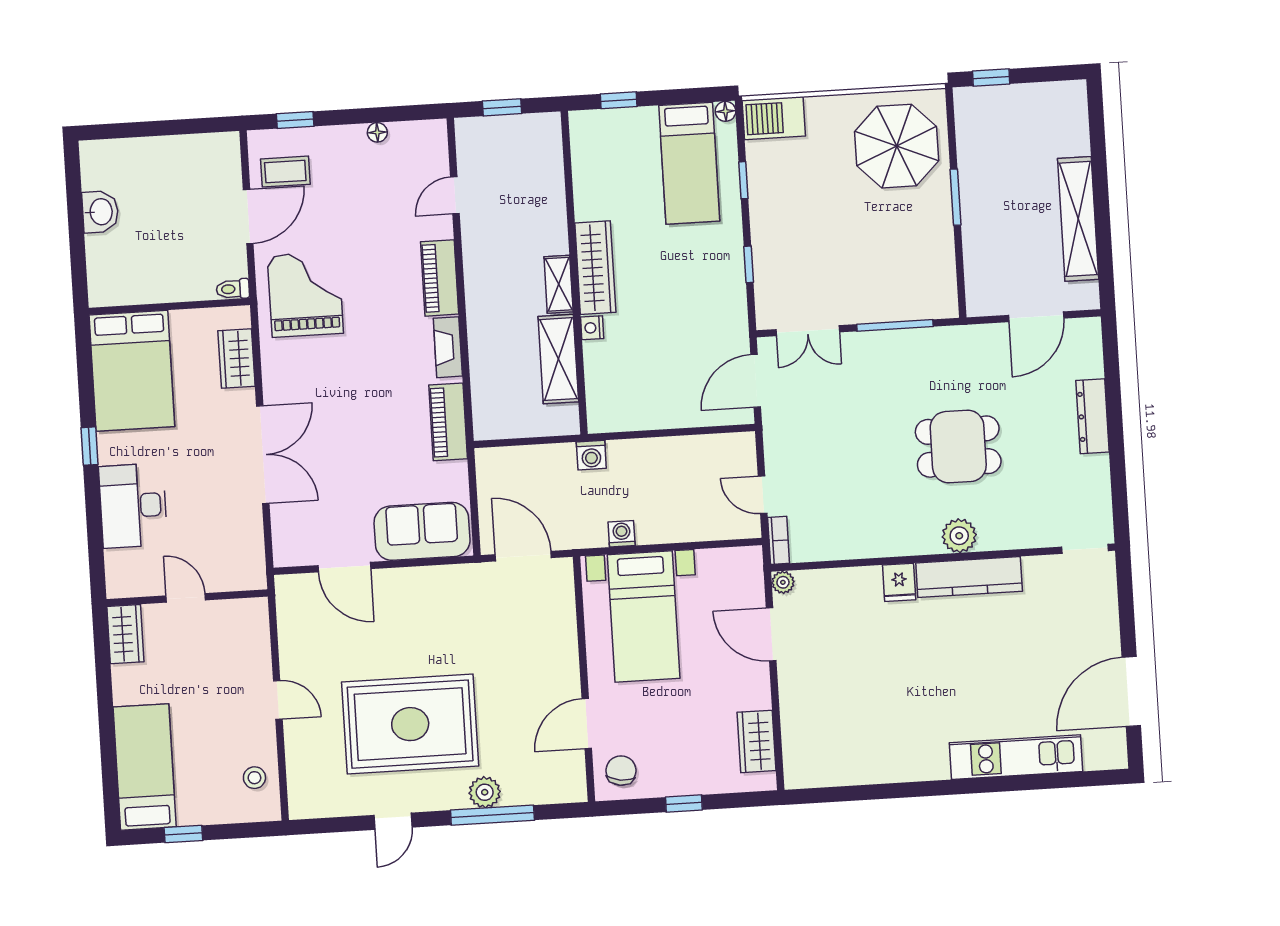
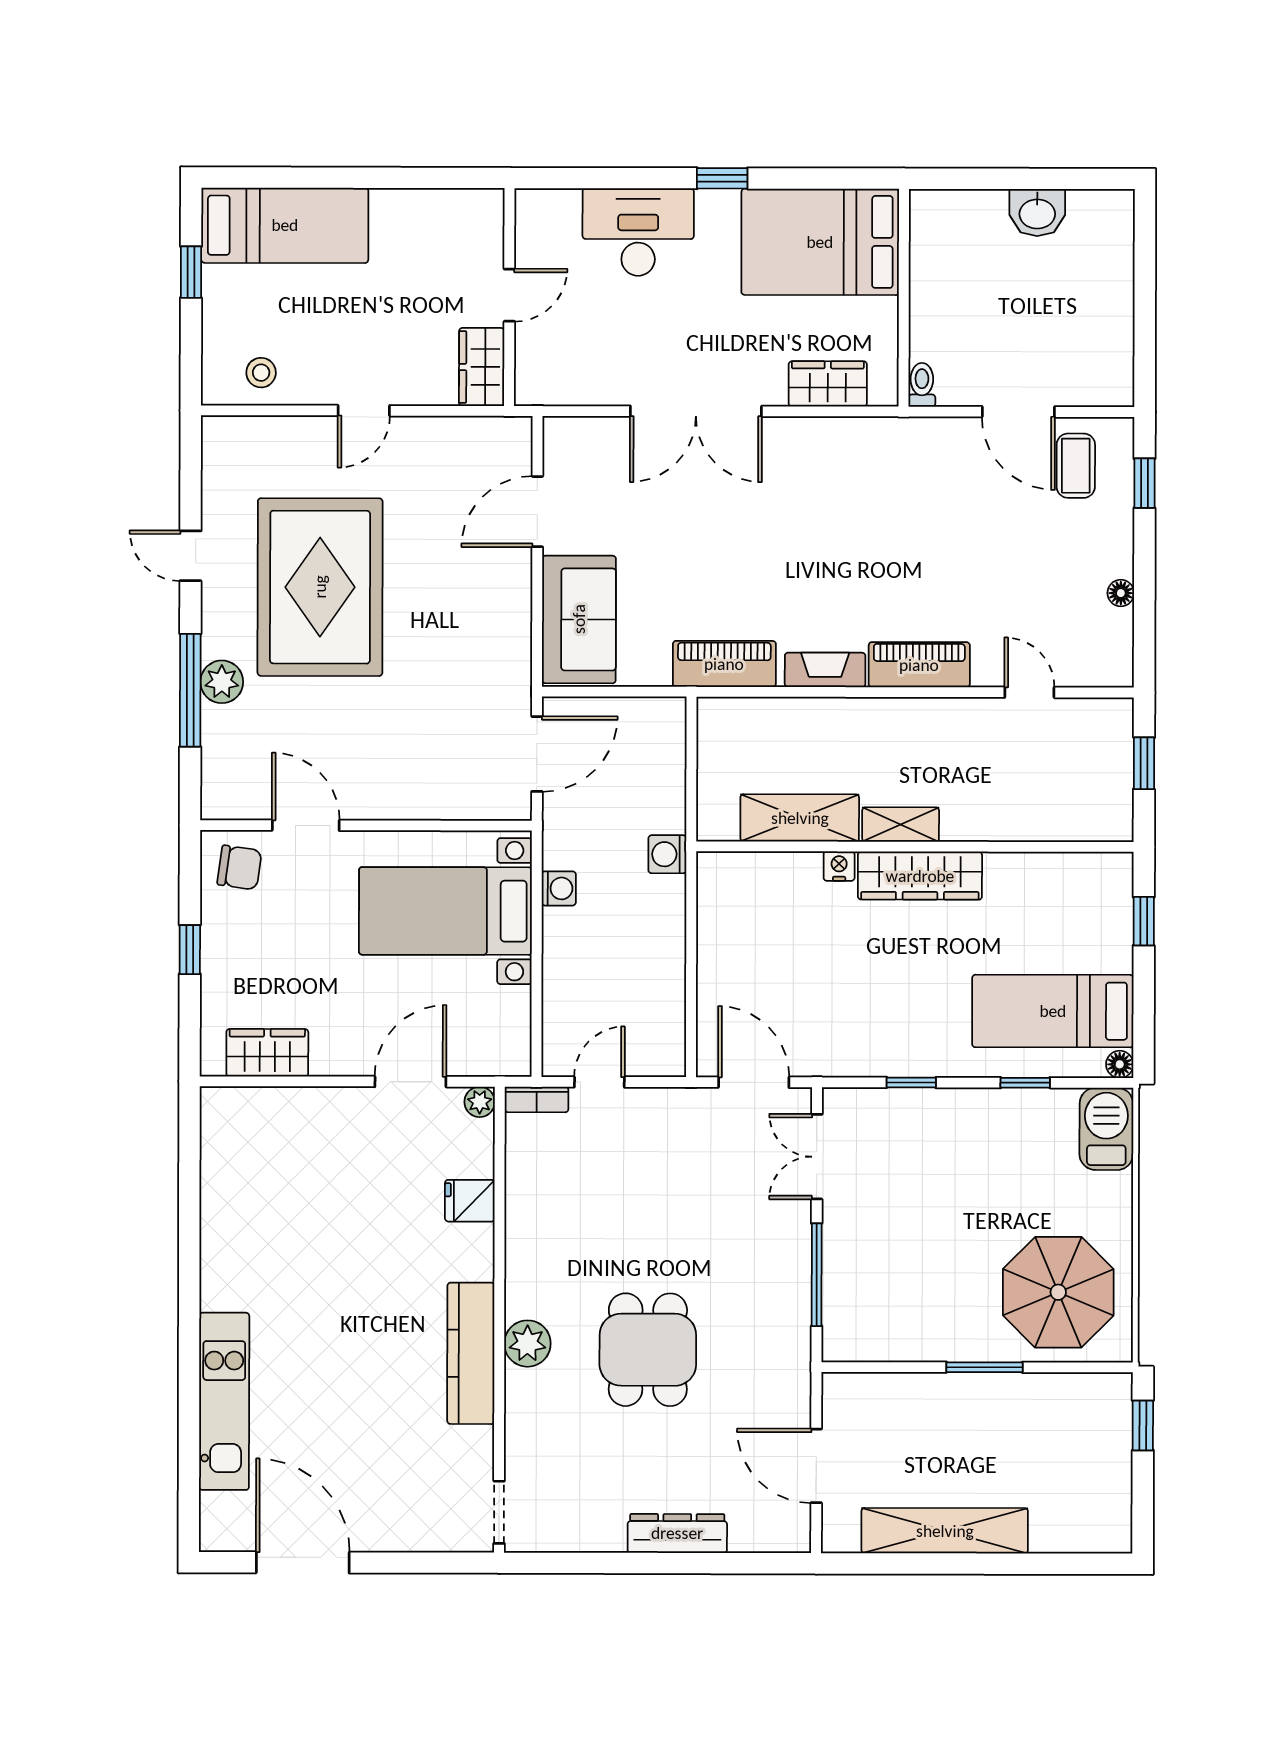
grand piano: (305, 294) -> (908, 482), removed
fridge: (899, 582) -> (470, 1201), moved
wardrobe: (125, 634) -> (482, 367), moved, turned 90

